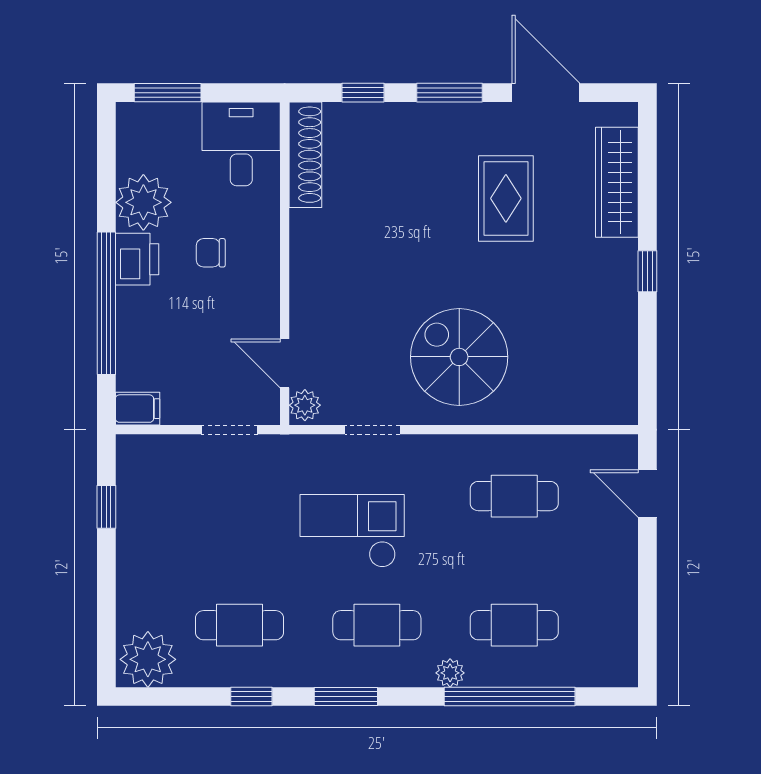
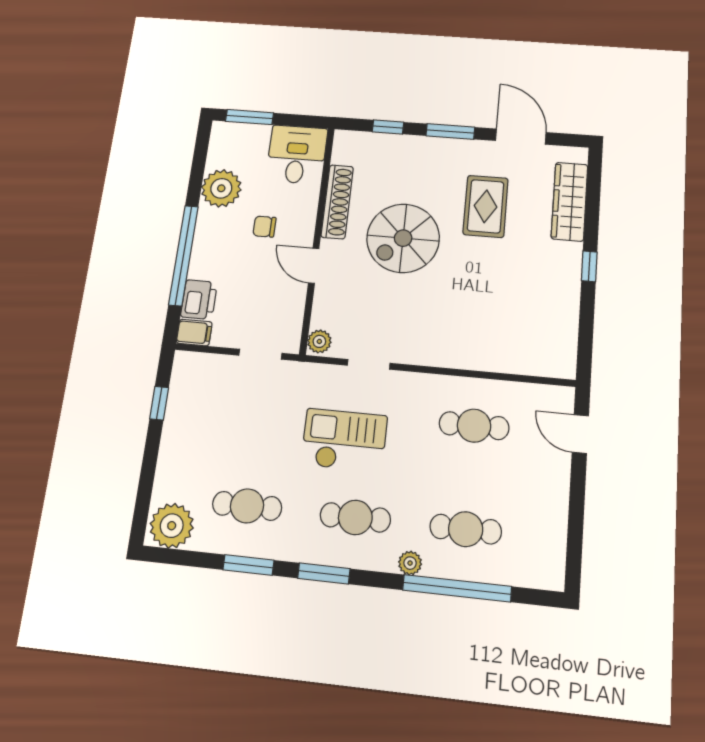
shoe rack: (305, 155) -> (337, 202), moved
printer: (137, 259) -> (199, 300), moved
spiral stairs: (459, 357) -> (403, 238), moved, turned -90
door: (285, 363) -> (314, 266), moved
window: (251, 696) -> (248, 565), width x1.50

